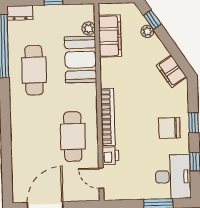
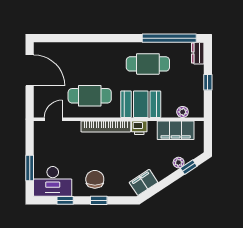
booth: (80, 60) -> (141, 104), moved
printer: (110, 156) -> (139, 128), moved

